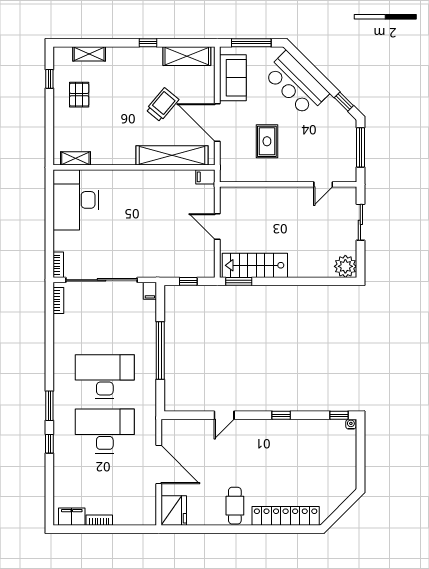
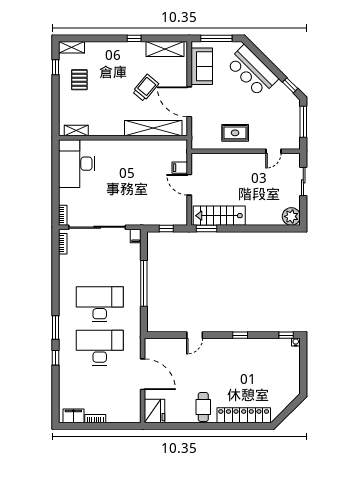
shelving: (89, 54) -> (72, 47), moved
rug: (267, 141) -> (235, 133), moved, turned 90
filing cabinet: (205, 177) -> (180, 168), moved

